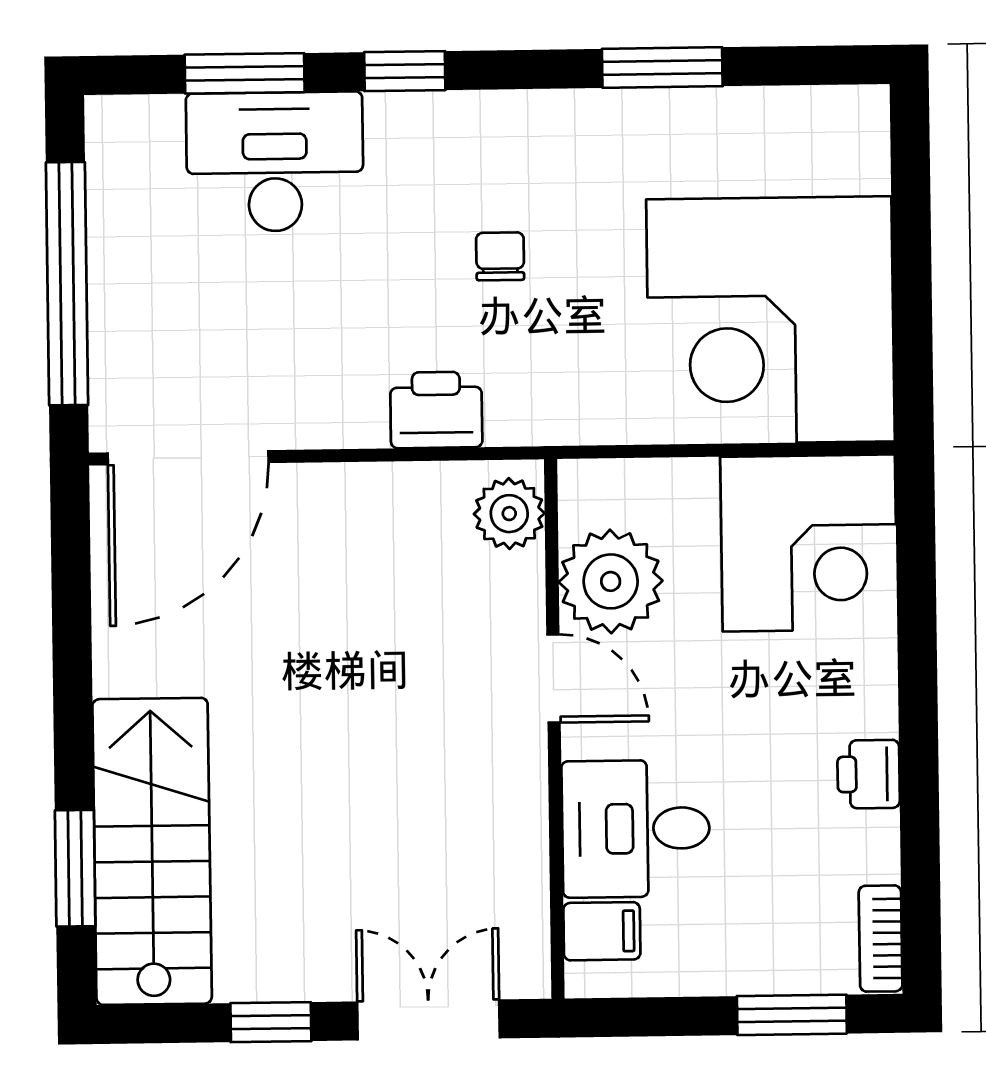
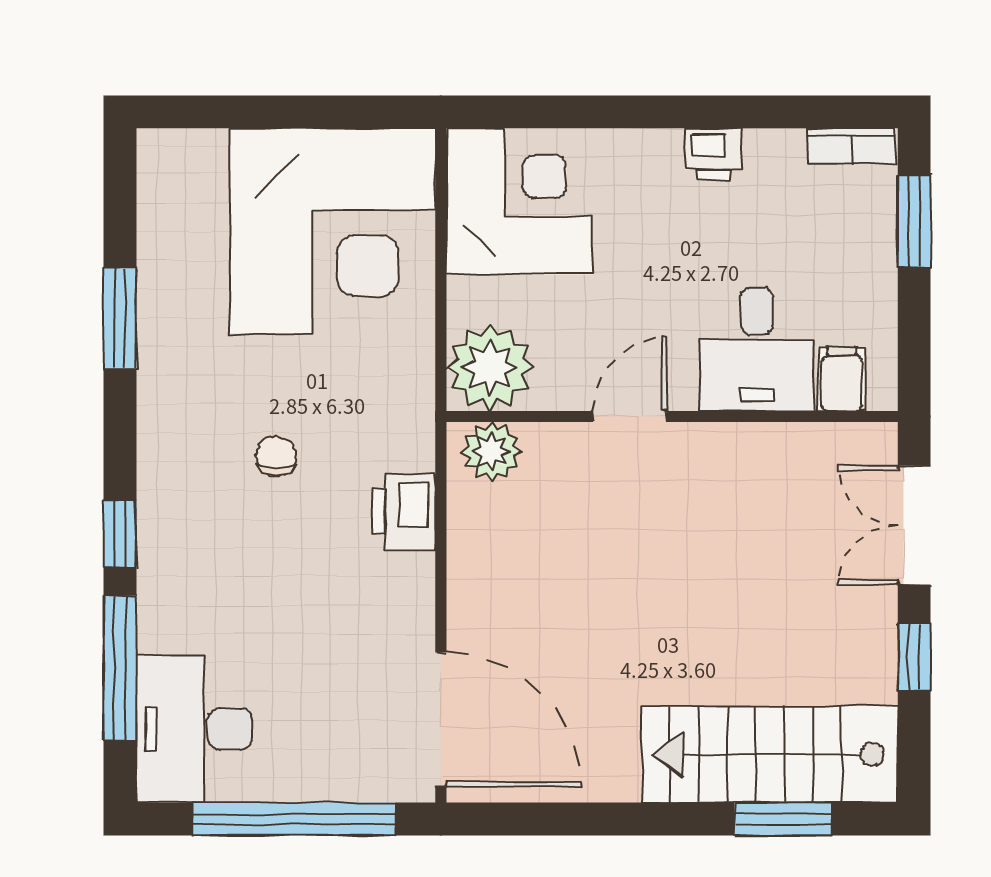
window: (245, 73) -> (120, 668), width x1.44
desk: (275, 162) -> (194, 729), moved
chair: (500, 256) -> (276, 456), turned 90
plant: (611, 581) -> (490, 368), moved

